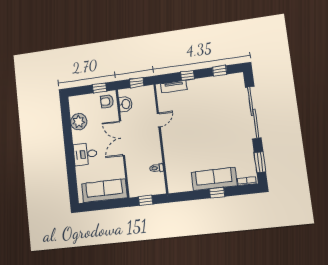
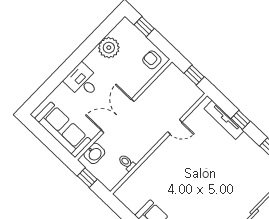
tv unit: (174, 87) -> (224, 120), width x1.41
window: (99, 88) -> (144, 27), moved
washbasin: (126, 104) -> (94, 153), moved
double door: (122, 138) -> (118, 116), moved

